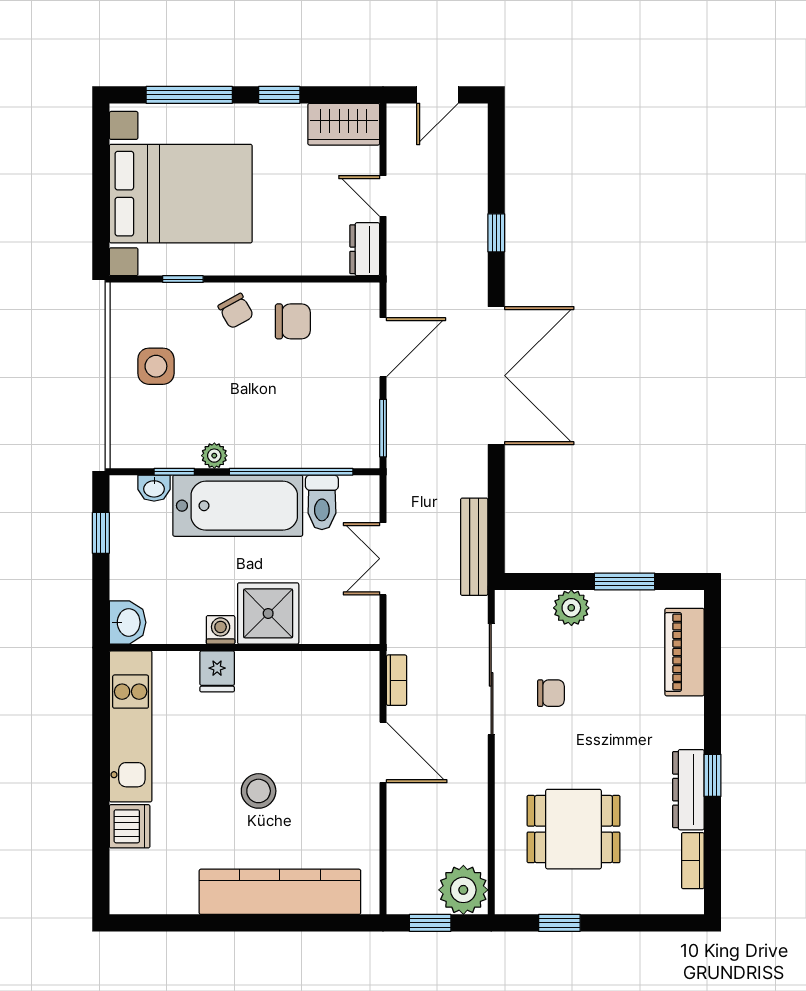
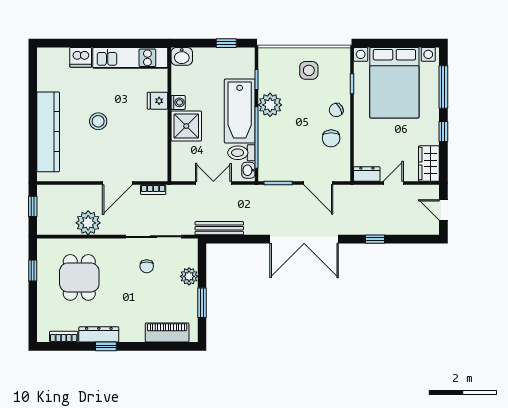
plant: (214, 456) -> (270, 105), width x1.87, depth x1.87
washbasin: (154, 488) -> (248, 170), moved
plant: (463, 890) -> (88, 223), moved

